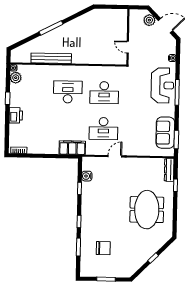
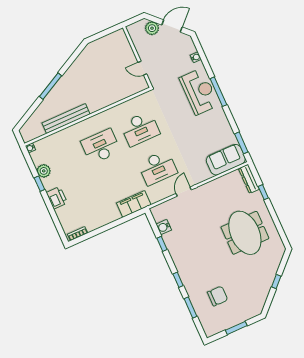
plant: (16, 78) -> (44, 171), moved
sofa: (165, 133) -> (226, 160), moved, turned 90

